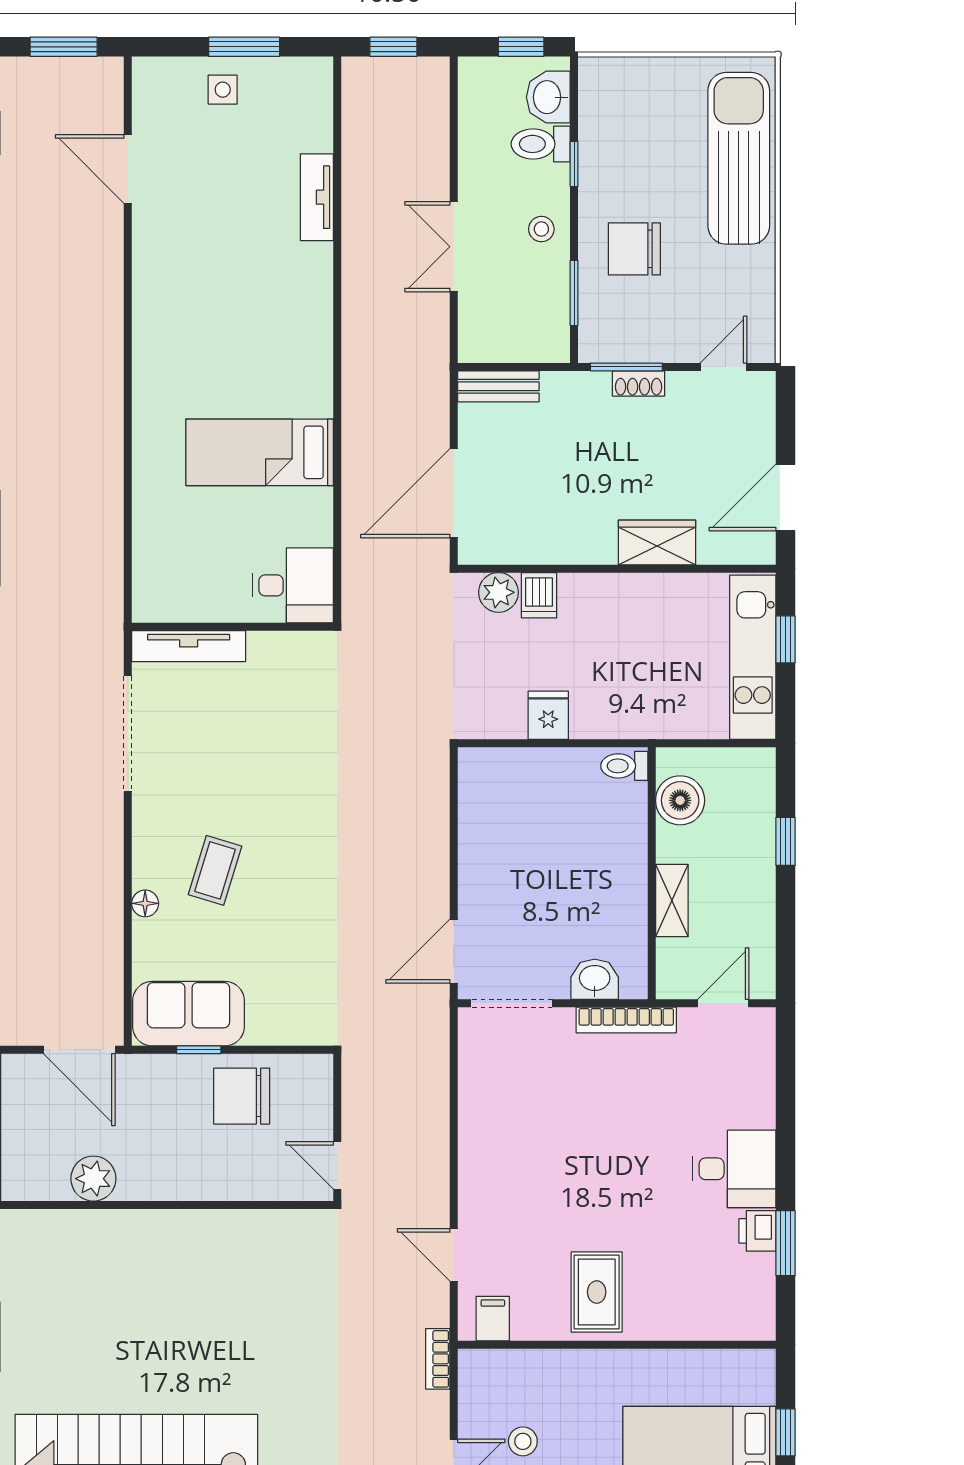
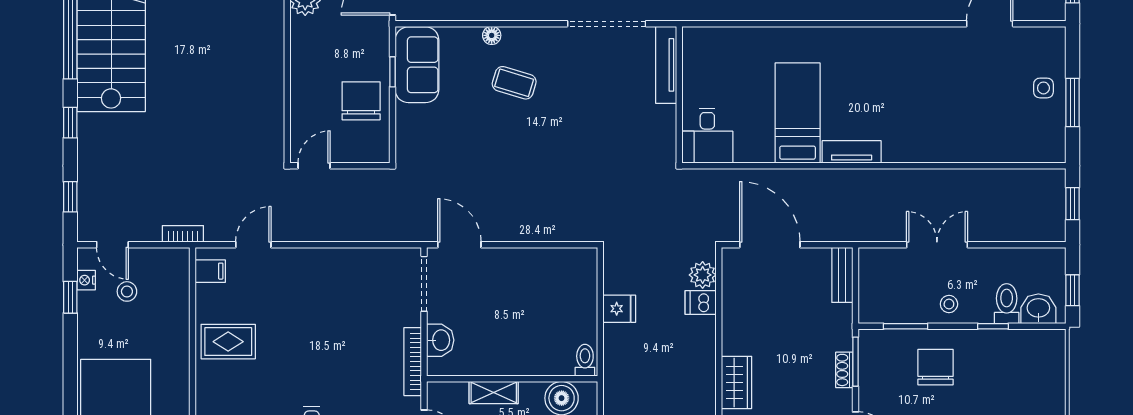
tv unit: (317, 197) -> (852, 152), moved

